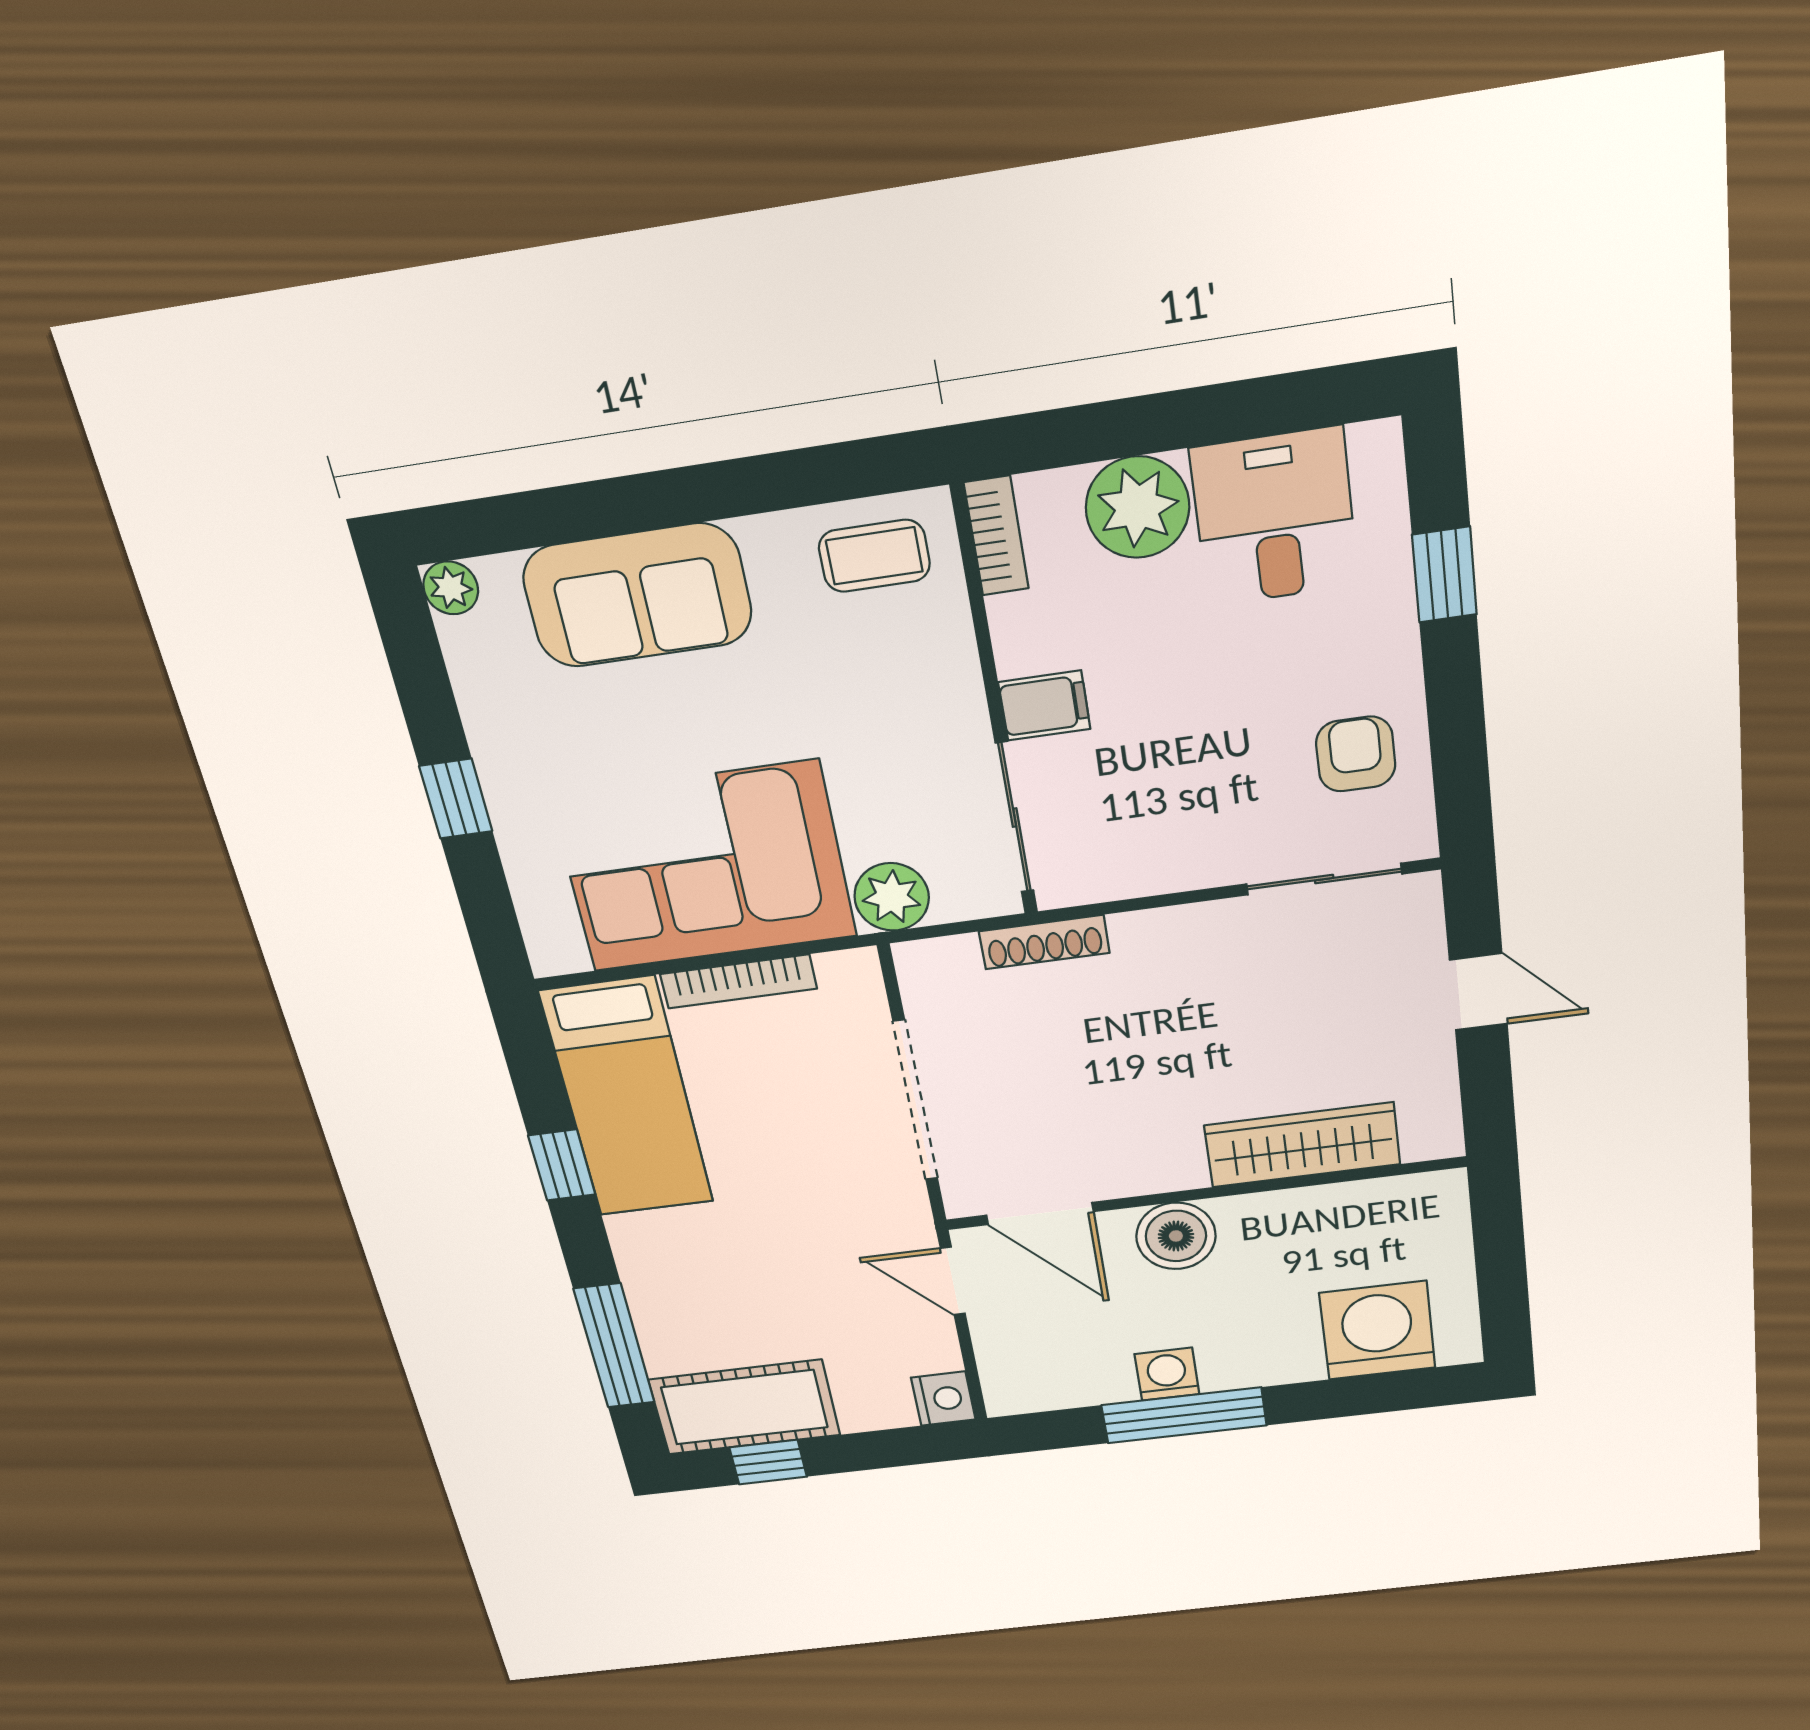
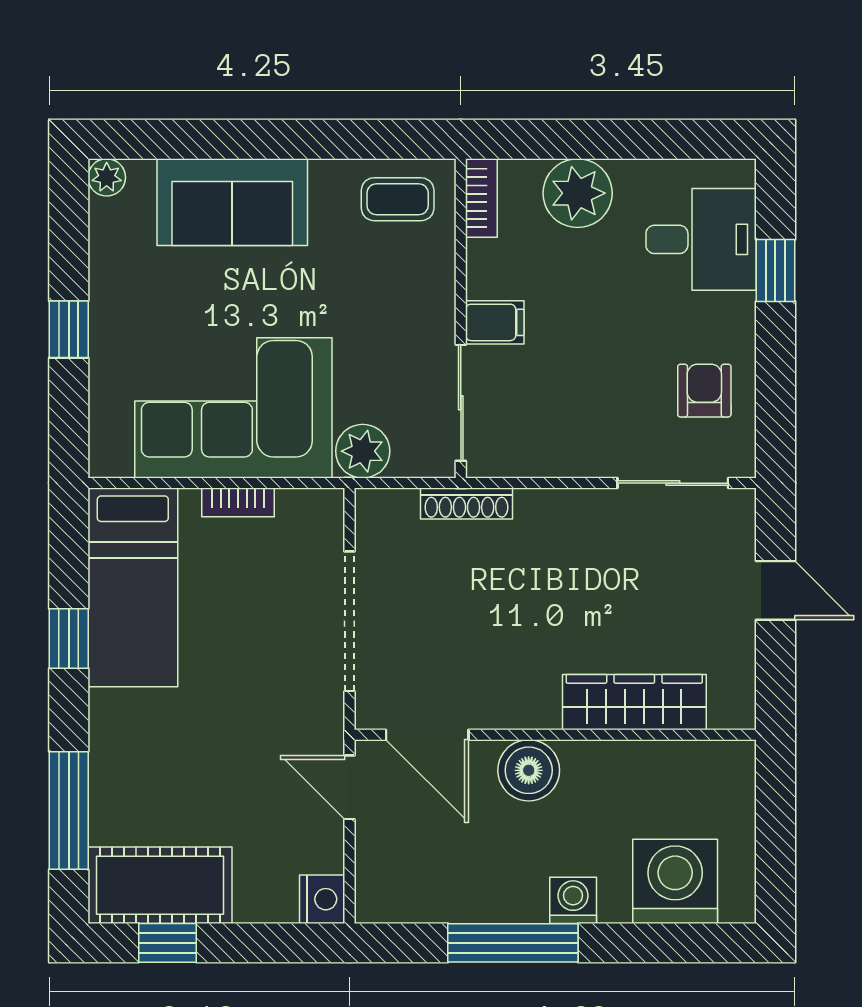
desk: (1275, 517) -> (701, 239), moved, turned 90
bookcase: (739, 981) -> (238, 502), width x0.64
washing machine: (1167, 1374) -> (573, 900), moved

